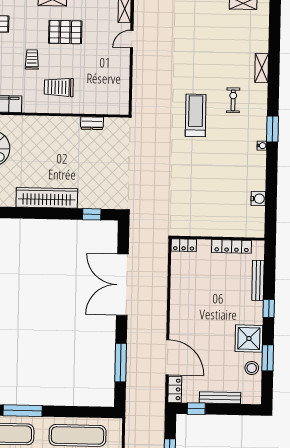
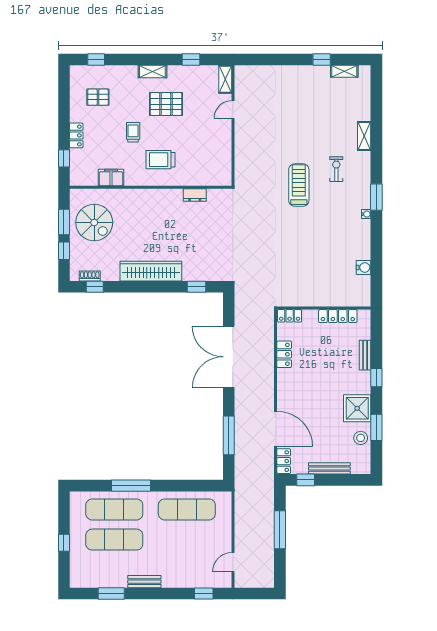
bench: (258, 280) -> (365, 355), width x0.73
locker: (177, 283) -> (284, 354), added

